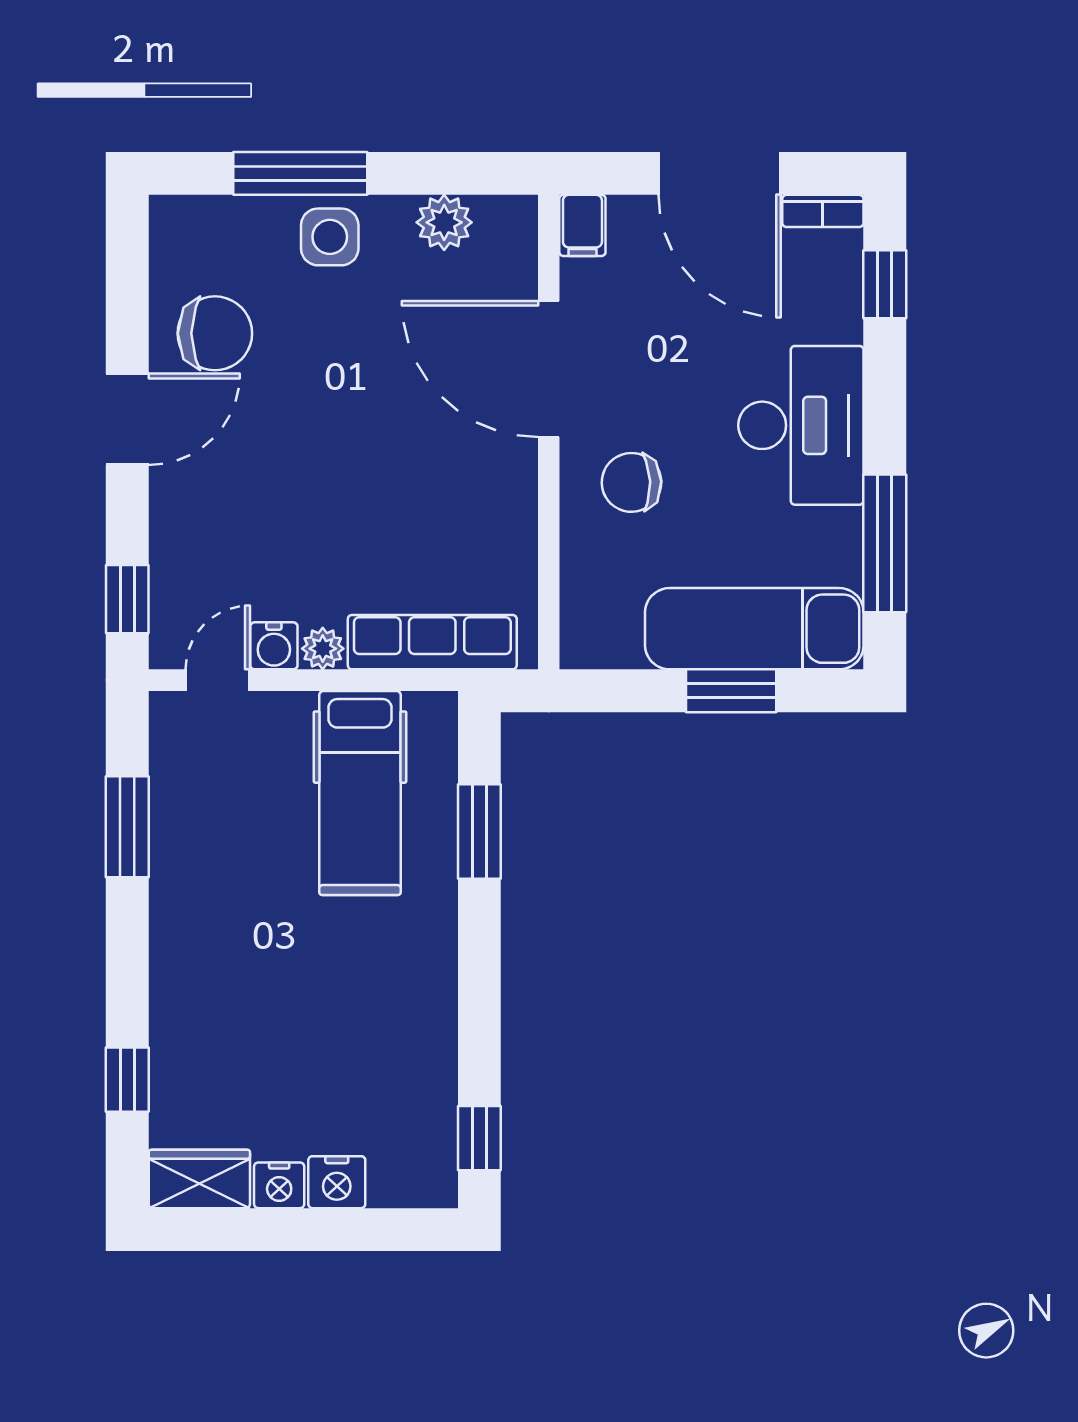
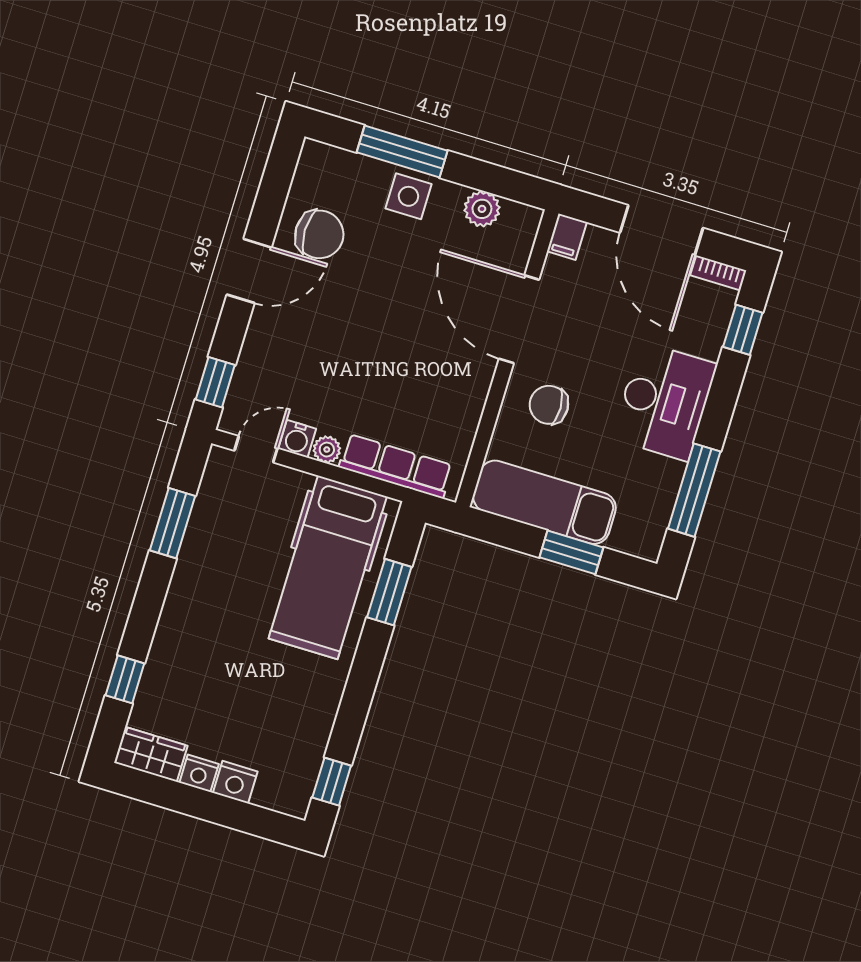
exam couch: (754, 629) -> (544, 502), moved
hospital bed: (360, 793) -> (328, 567), width x1.37, depth x1.29

